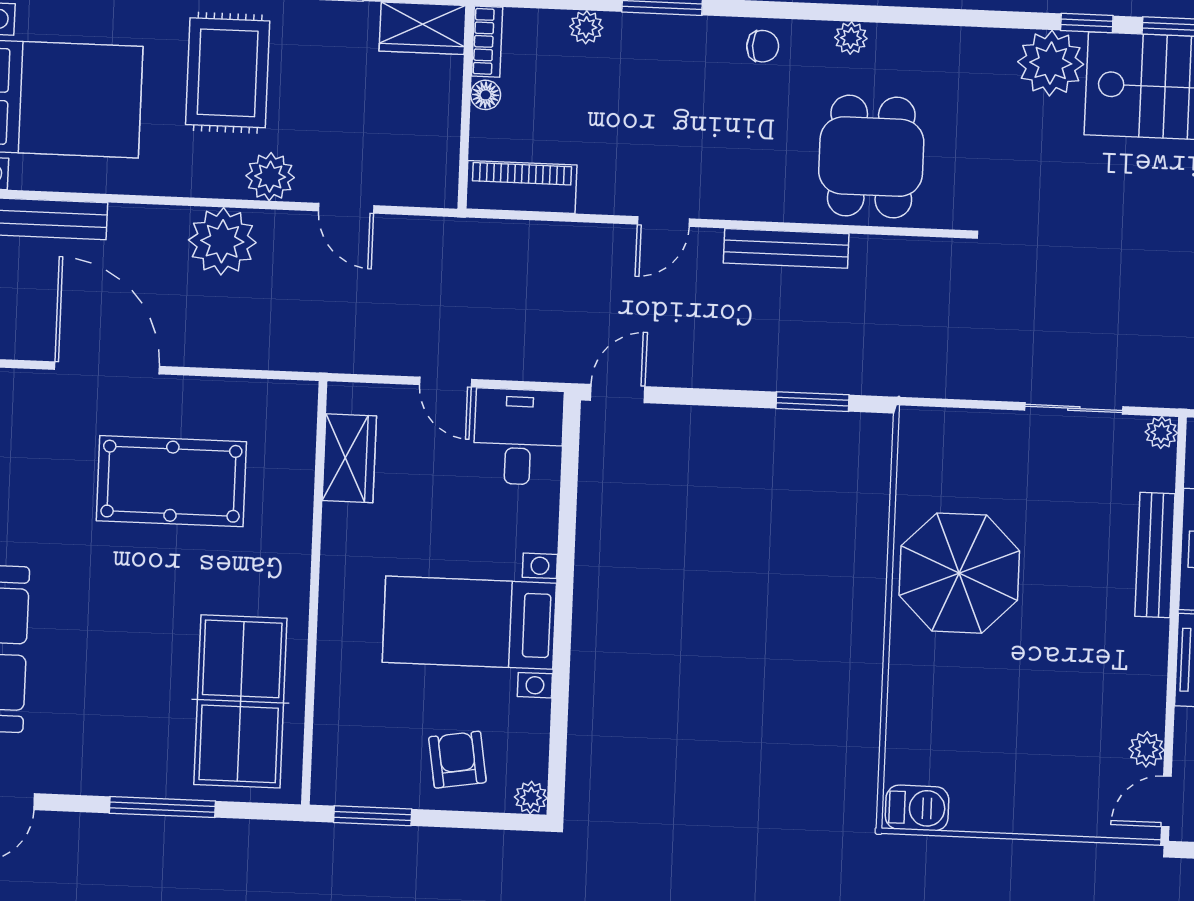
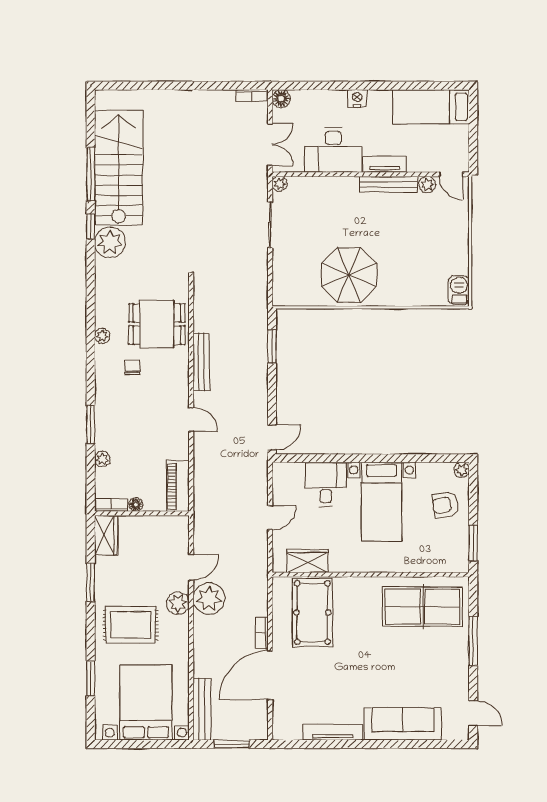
chair: (763, 46) -> (132, 367), moved
plant: (222, 241) -> (209, 599), moved
bookcase: (199, 354) -> (262, 633), added
door: (618, 394) -> (272, 437), swing flipped
desk: (518, 437) -> (326, 484), moved, turned 90
pool table: (171, 481) -> (312, 613), moved
bench: (1155, 555) -> (388, 184), moved

